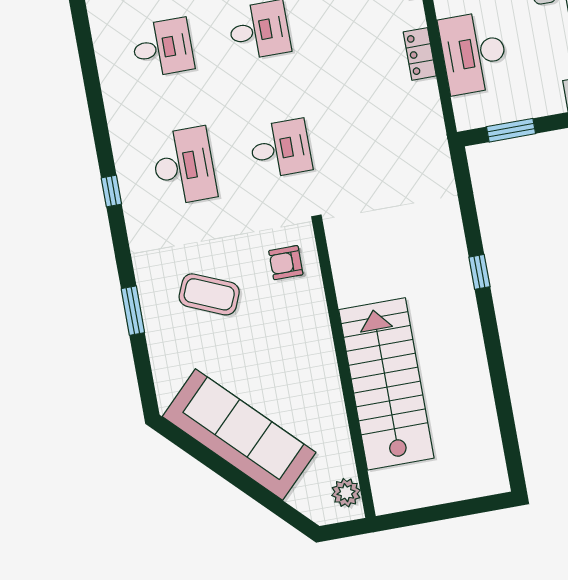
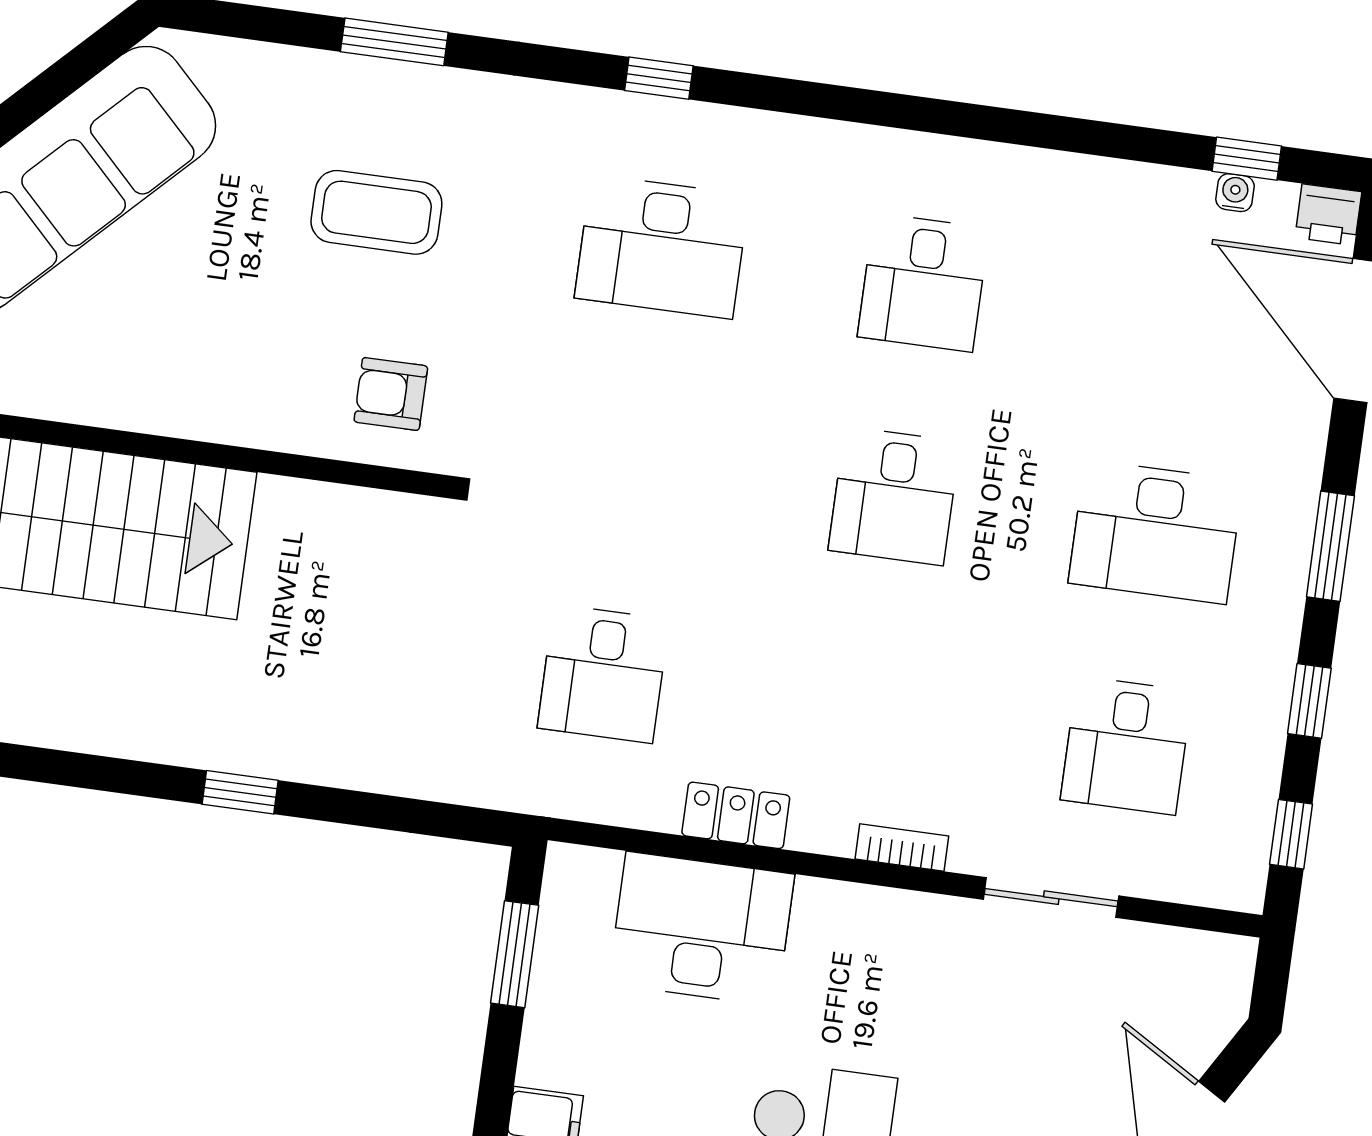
desk: (281, 149) -> (603, 674), moved
armchair: (286, 263) -> (391, 394), turned -90
coffee table: (209, 294) -> (376, 212), turned 67

